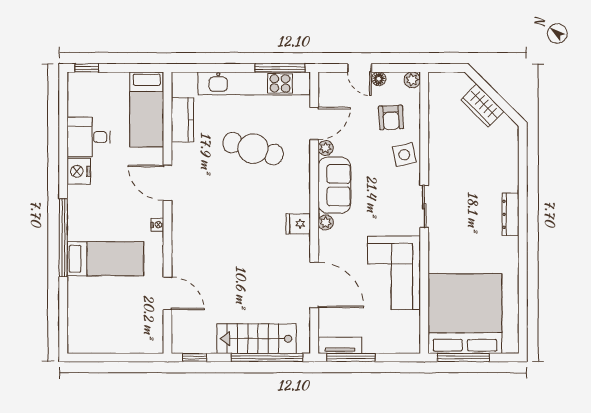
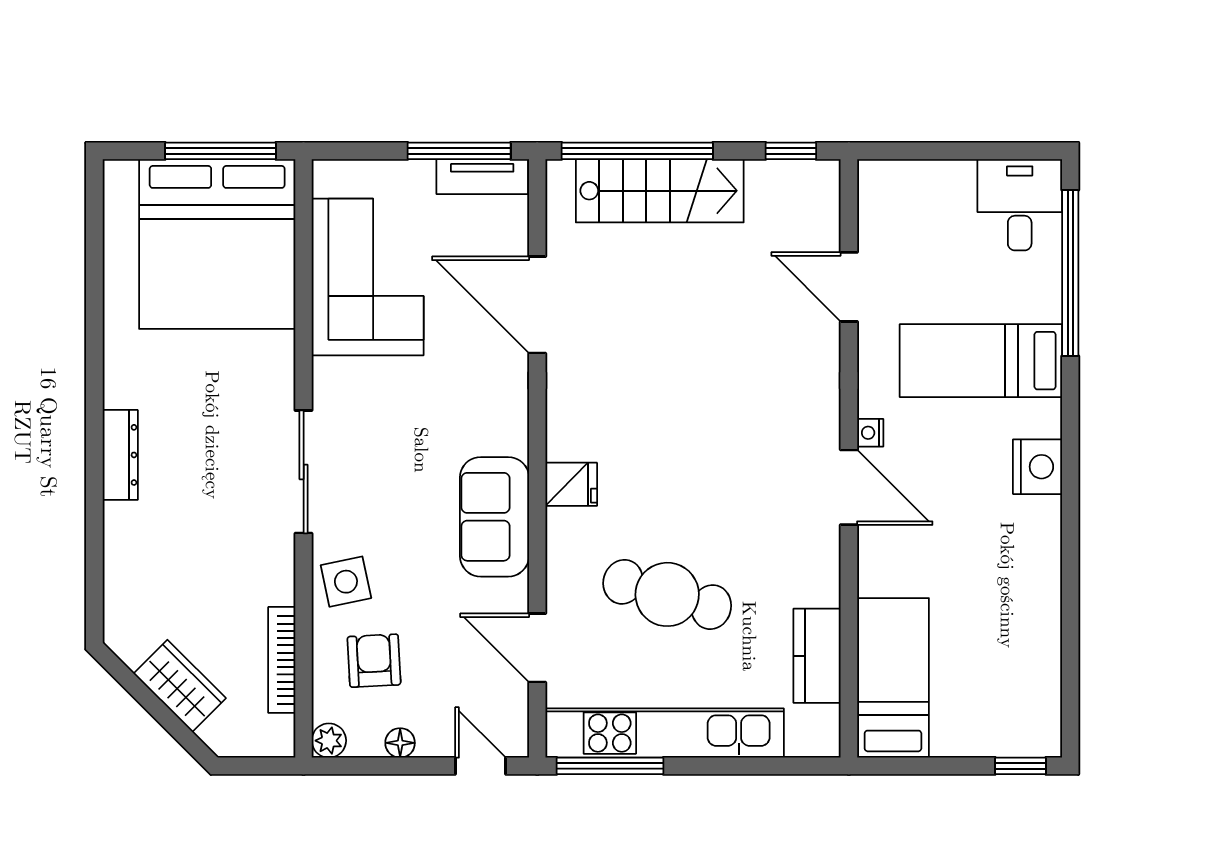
door: (359, 68) -> (481, 766), moved
bookcase: (434, 118) -> (282, 660), added
door: (314, 123) -> (537, 648), hinge flipped
desk: (89, 137) -> (1020, 205), moved, turned -90
plant: (326, 148) -> (513, 596), removed
nightstand: (79, 171) -> (1037, 467), moved
door: (167, 183) -> (849, 487), moved
sliding door: (424, 206) -> (304, 472), width x1.37
plant: (326, 222) -> (513, 438), removed
fridge: (298, 224) -> (571, 484), moved
window: (63, 238) -> (1070, 273), moved
corner sofa: (394, 273) -> (368, 277), moved

